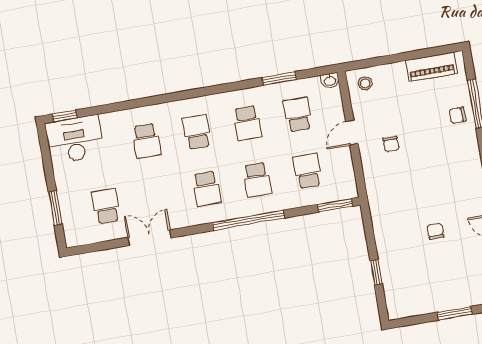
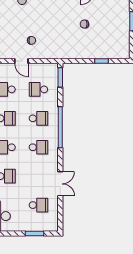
school desk: (106, 206) -> (38, 205), turned 180
double door: (150, 238) -> (60, 184), swing flipped

